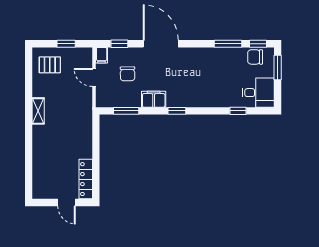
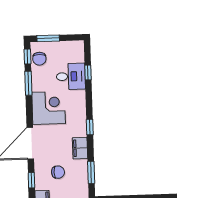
corner desk: (200, 65) -> (49, 108), added
desk: (258, 93) -> (71, 76), moved, turned 90

